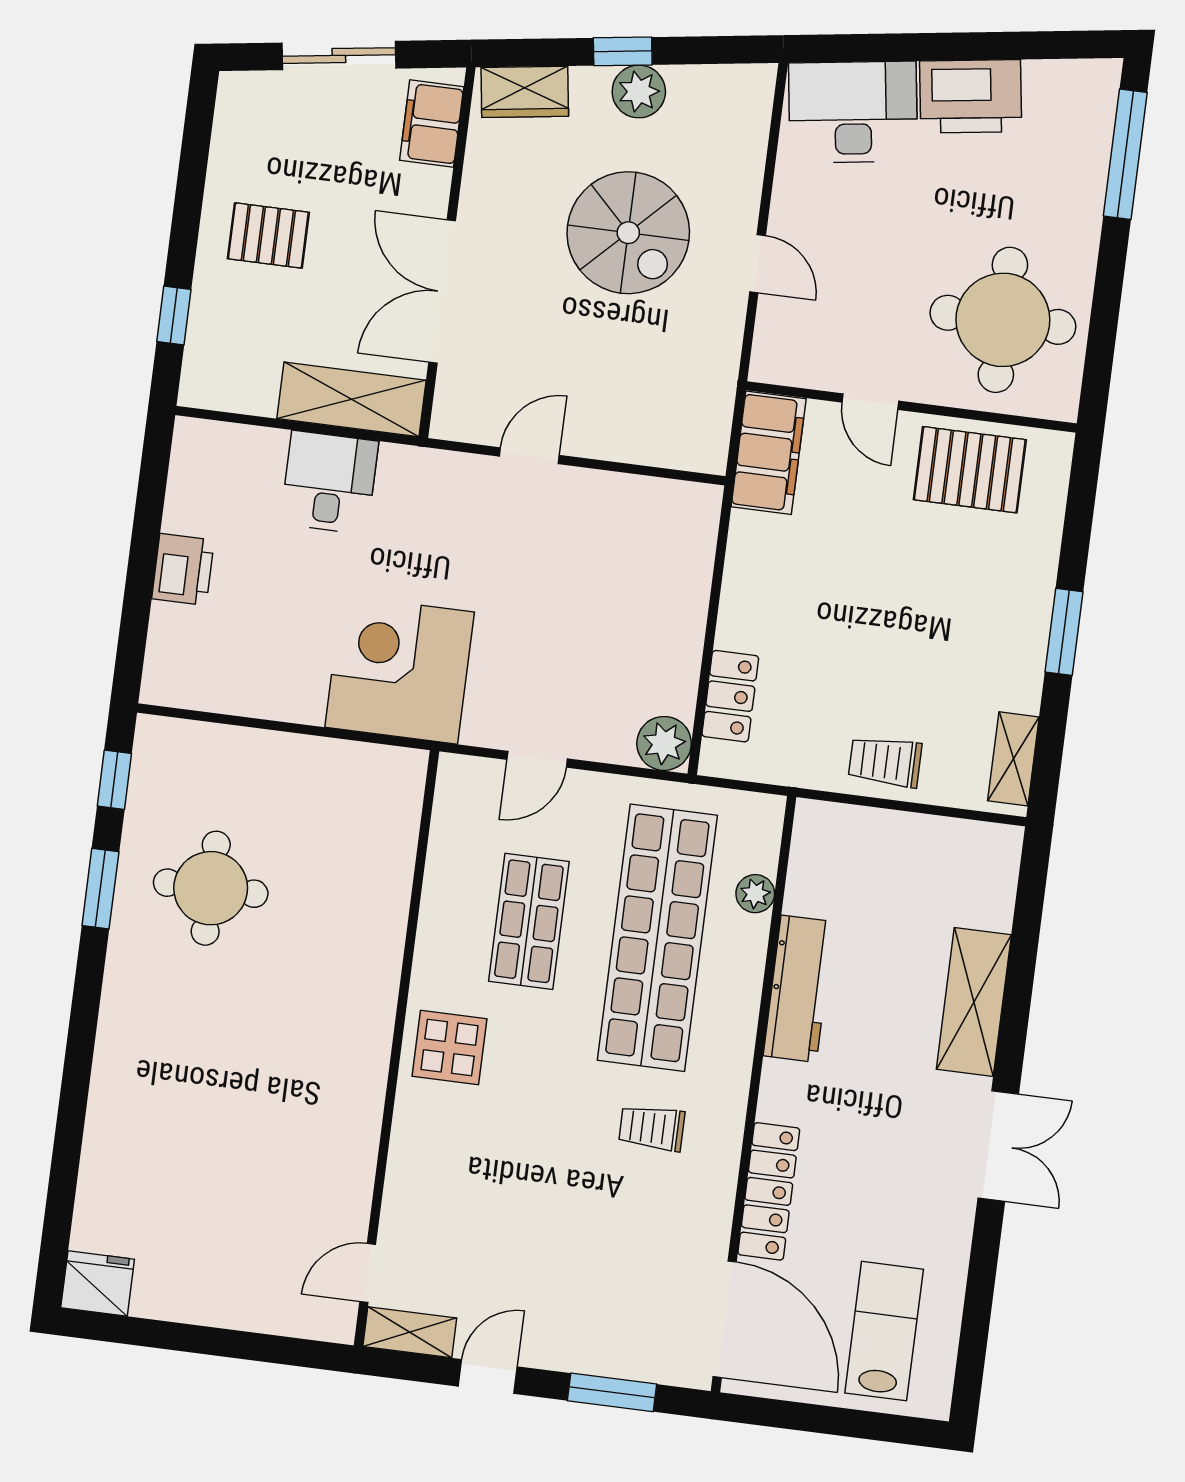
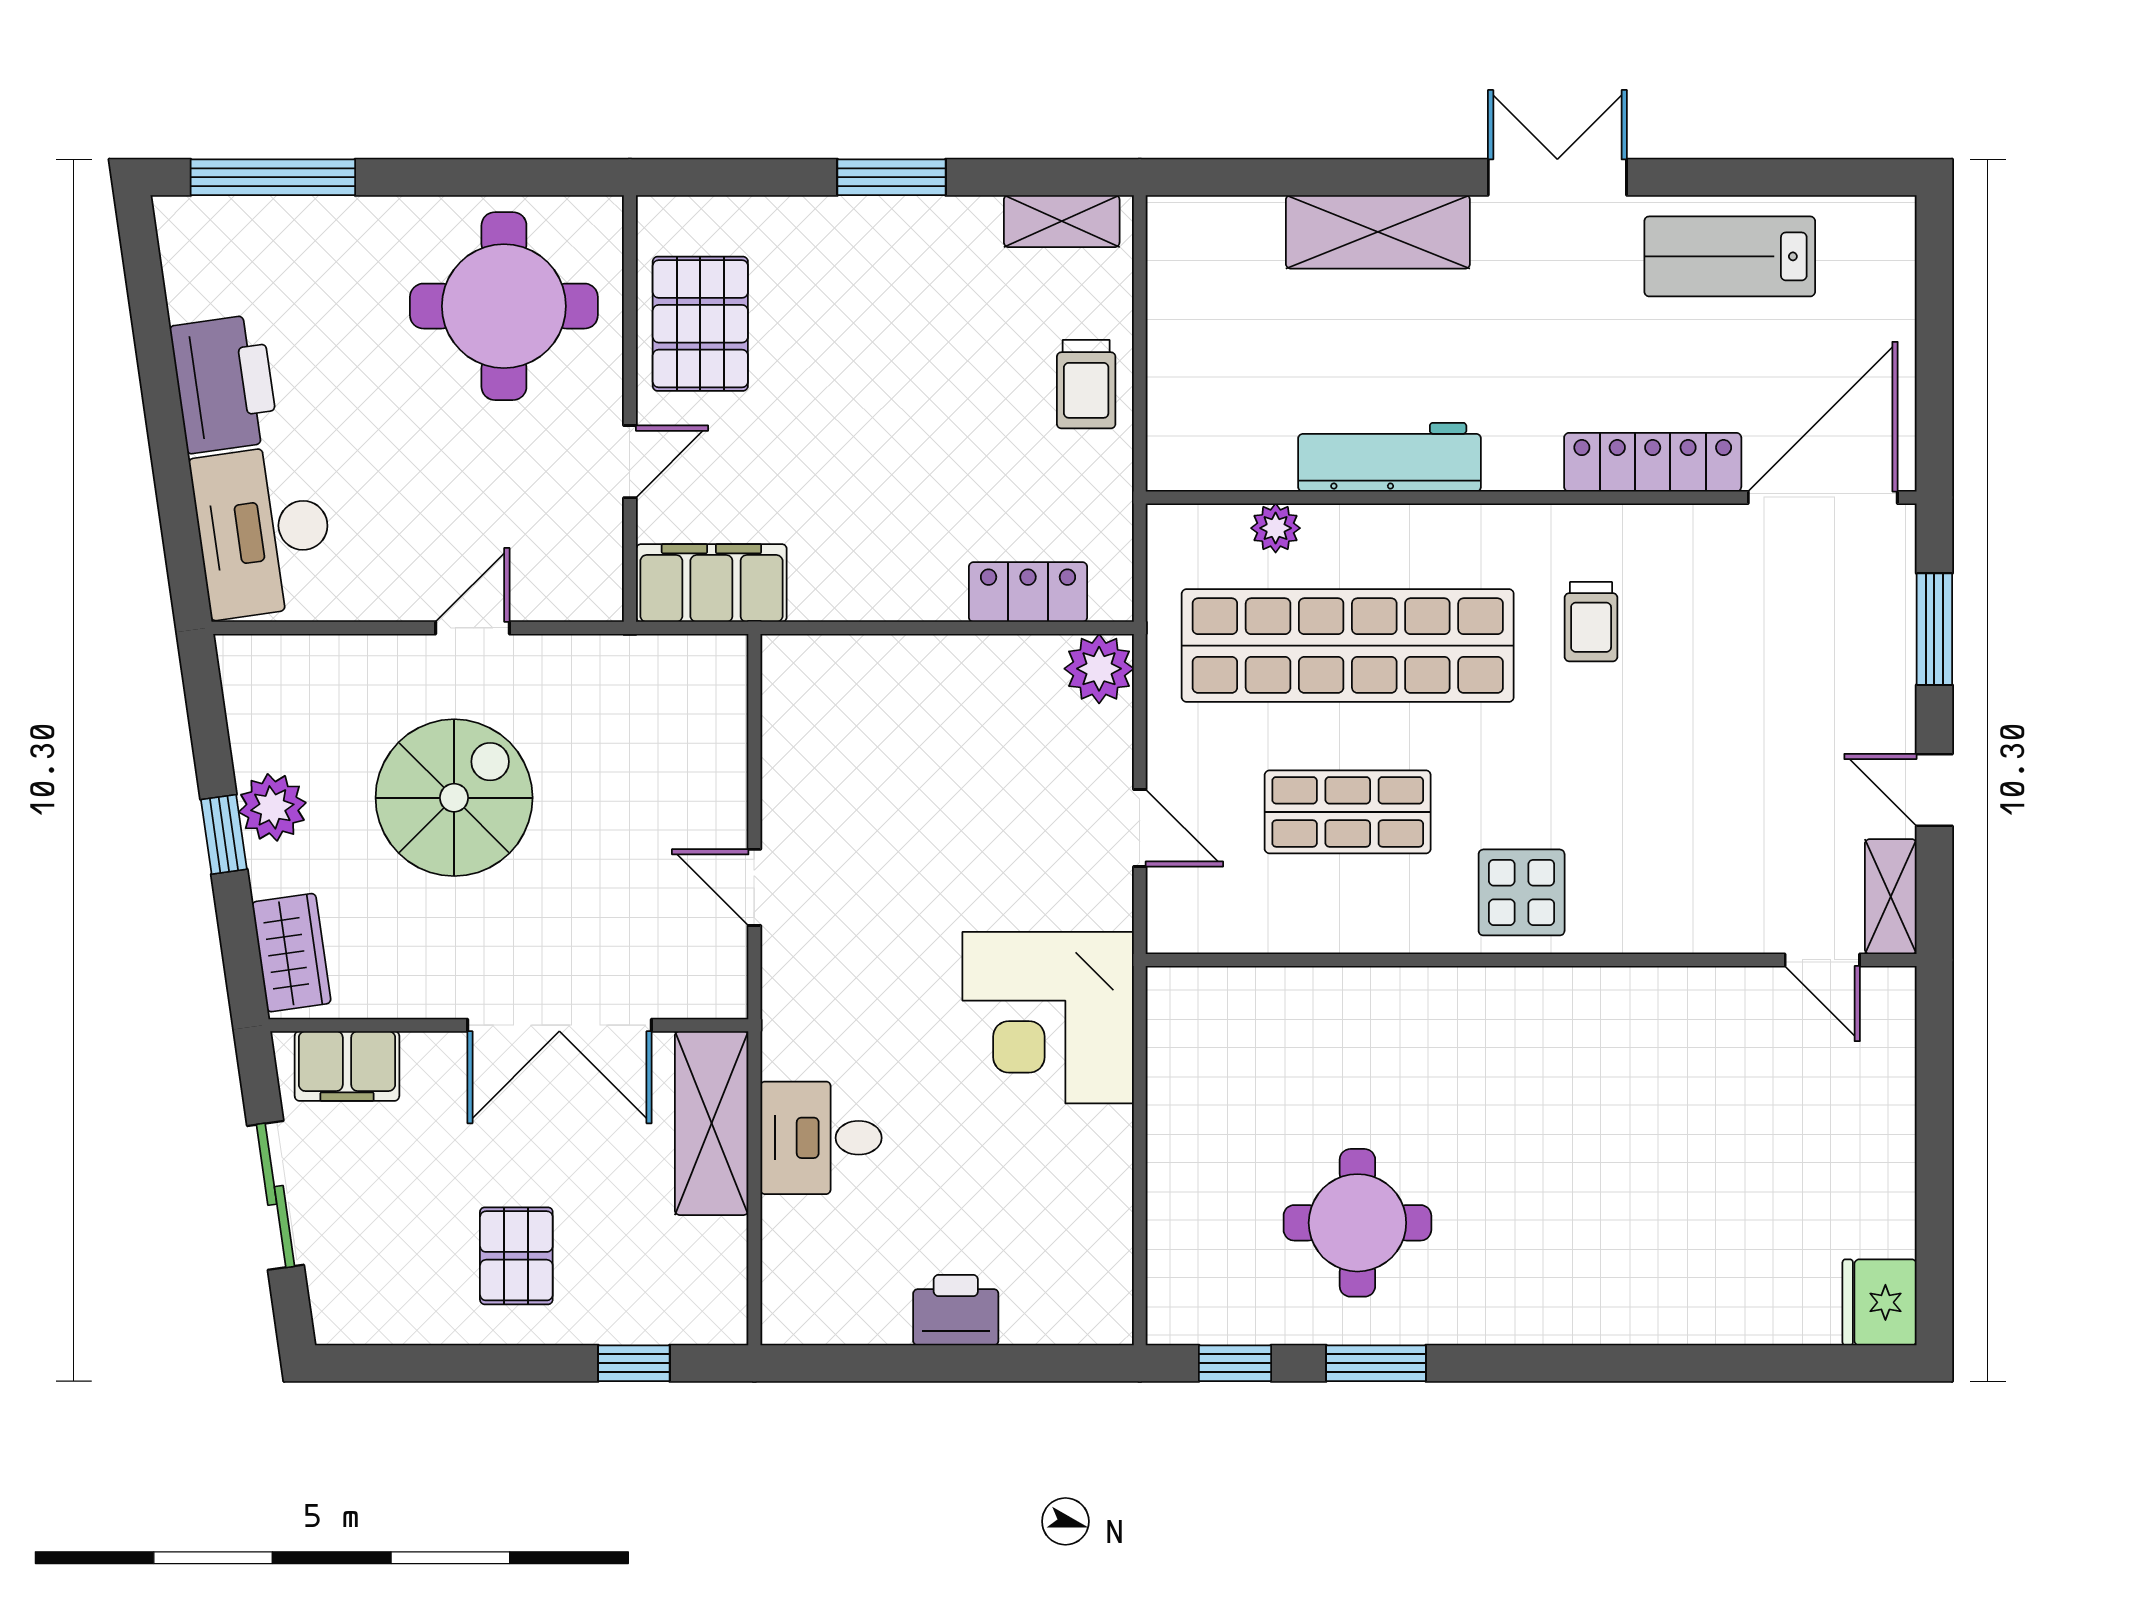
lab bench: (884, 1331) -> (1730, 256), moved

